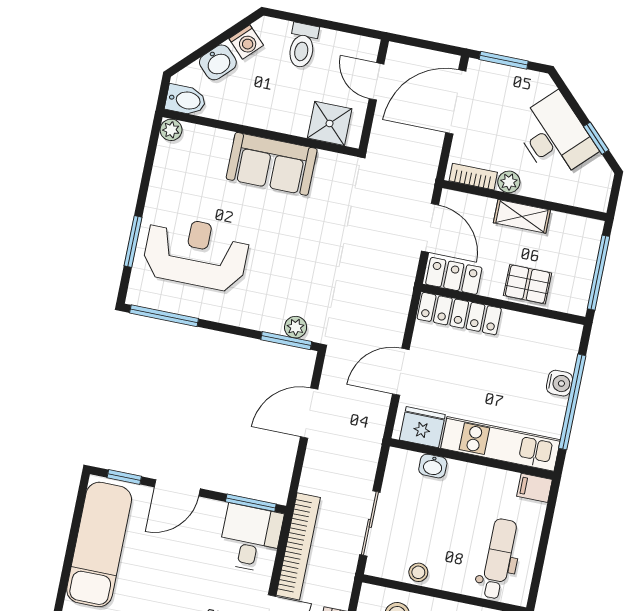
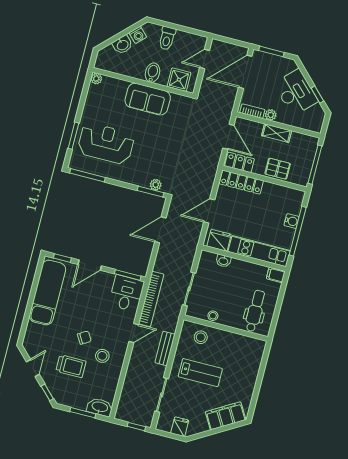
door: (377, 81) -> (205, 59), hinge flipped
bidet: (186, 100) -> (152, 73), moved, turned -90

